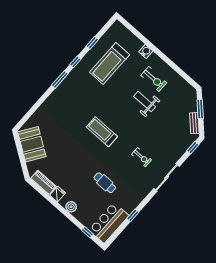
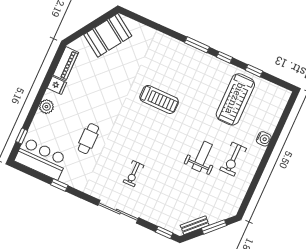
treadmill: (110, 63) -> (235, 99), turned -90
treadmill: (102, 132) -> (159, 99), moved, turned 90

